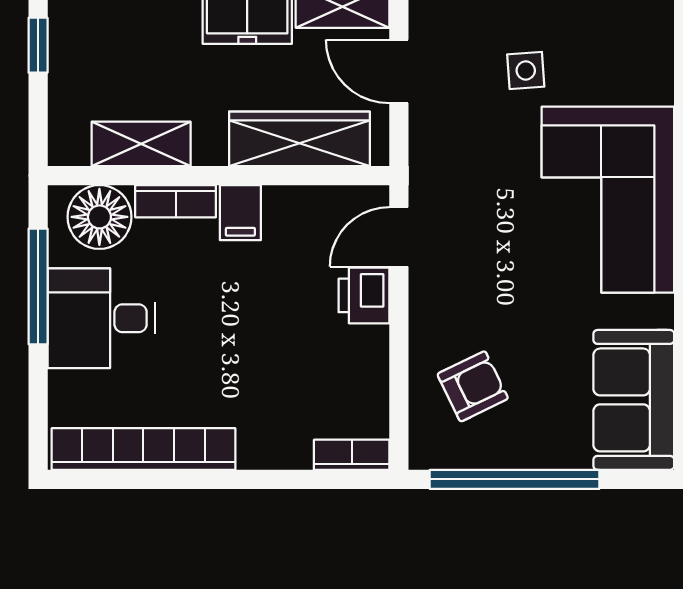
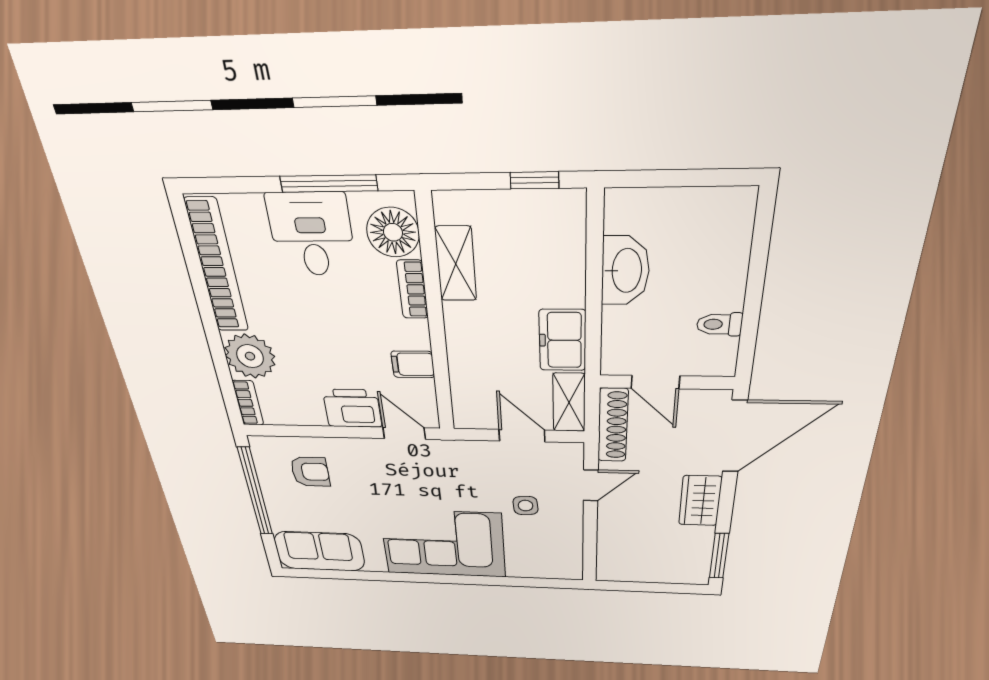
door: (399, 71) -> (522, 436), hinge flipped
wardrobe: (299, 139) -> (469, 374), removed
filing cabinet: (240, 213) -> (413, 364), moved
printer: (364, 295) -> (352, 408), width x1.36, depth x1.24
armchair: (473, 386) -> (310, 472), turned -64
plant: (275, 435) -> (250, 356), added

